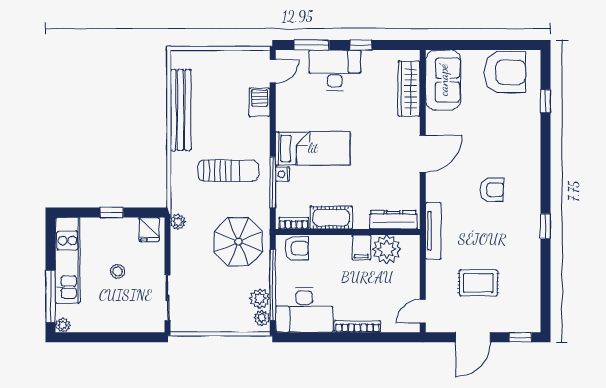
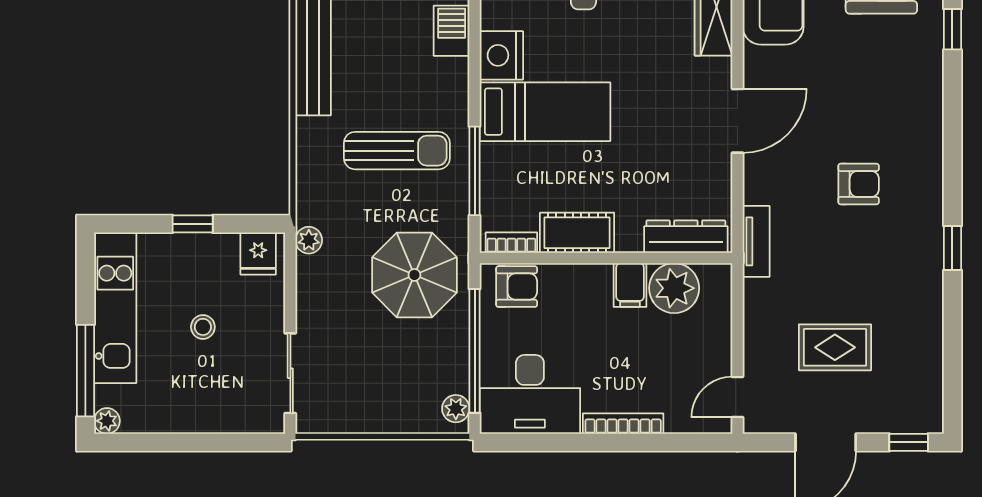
nightstand: (283, 174) -> (501, 55), moved, width x1.89, depth x1.79
tv unit: (433, 231) -> (756, 241), width x0.71
plant: (260, 299) -> (452, 375), removed

